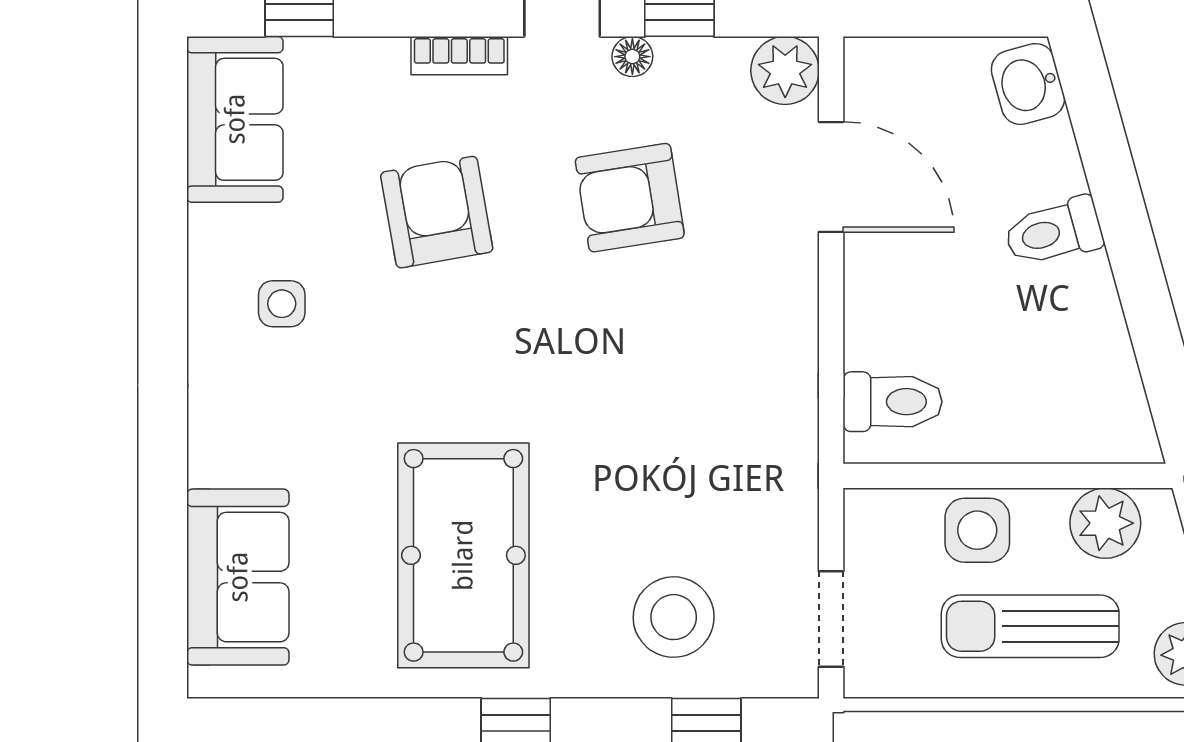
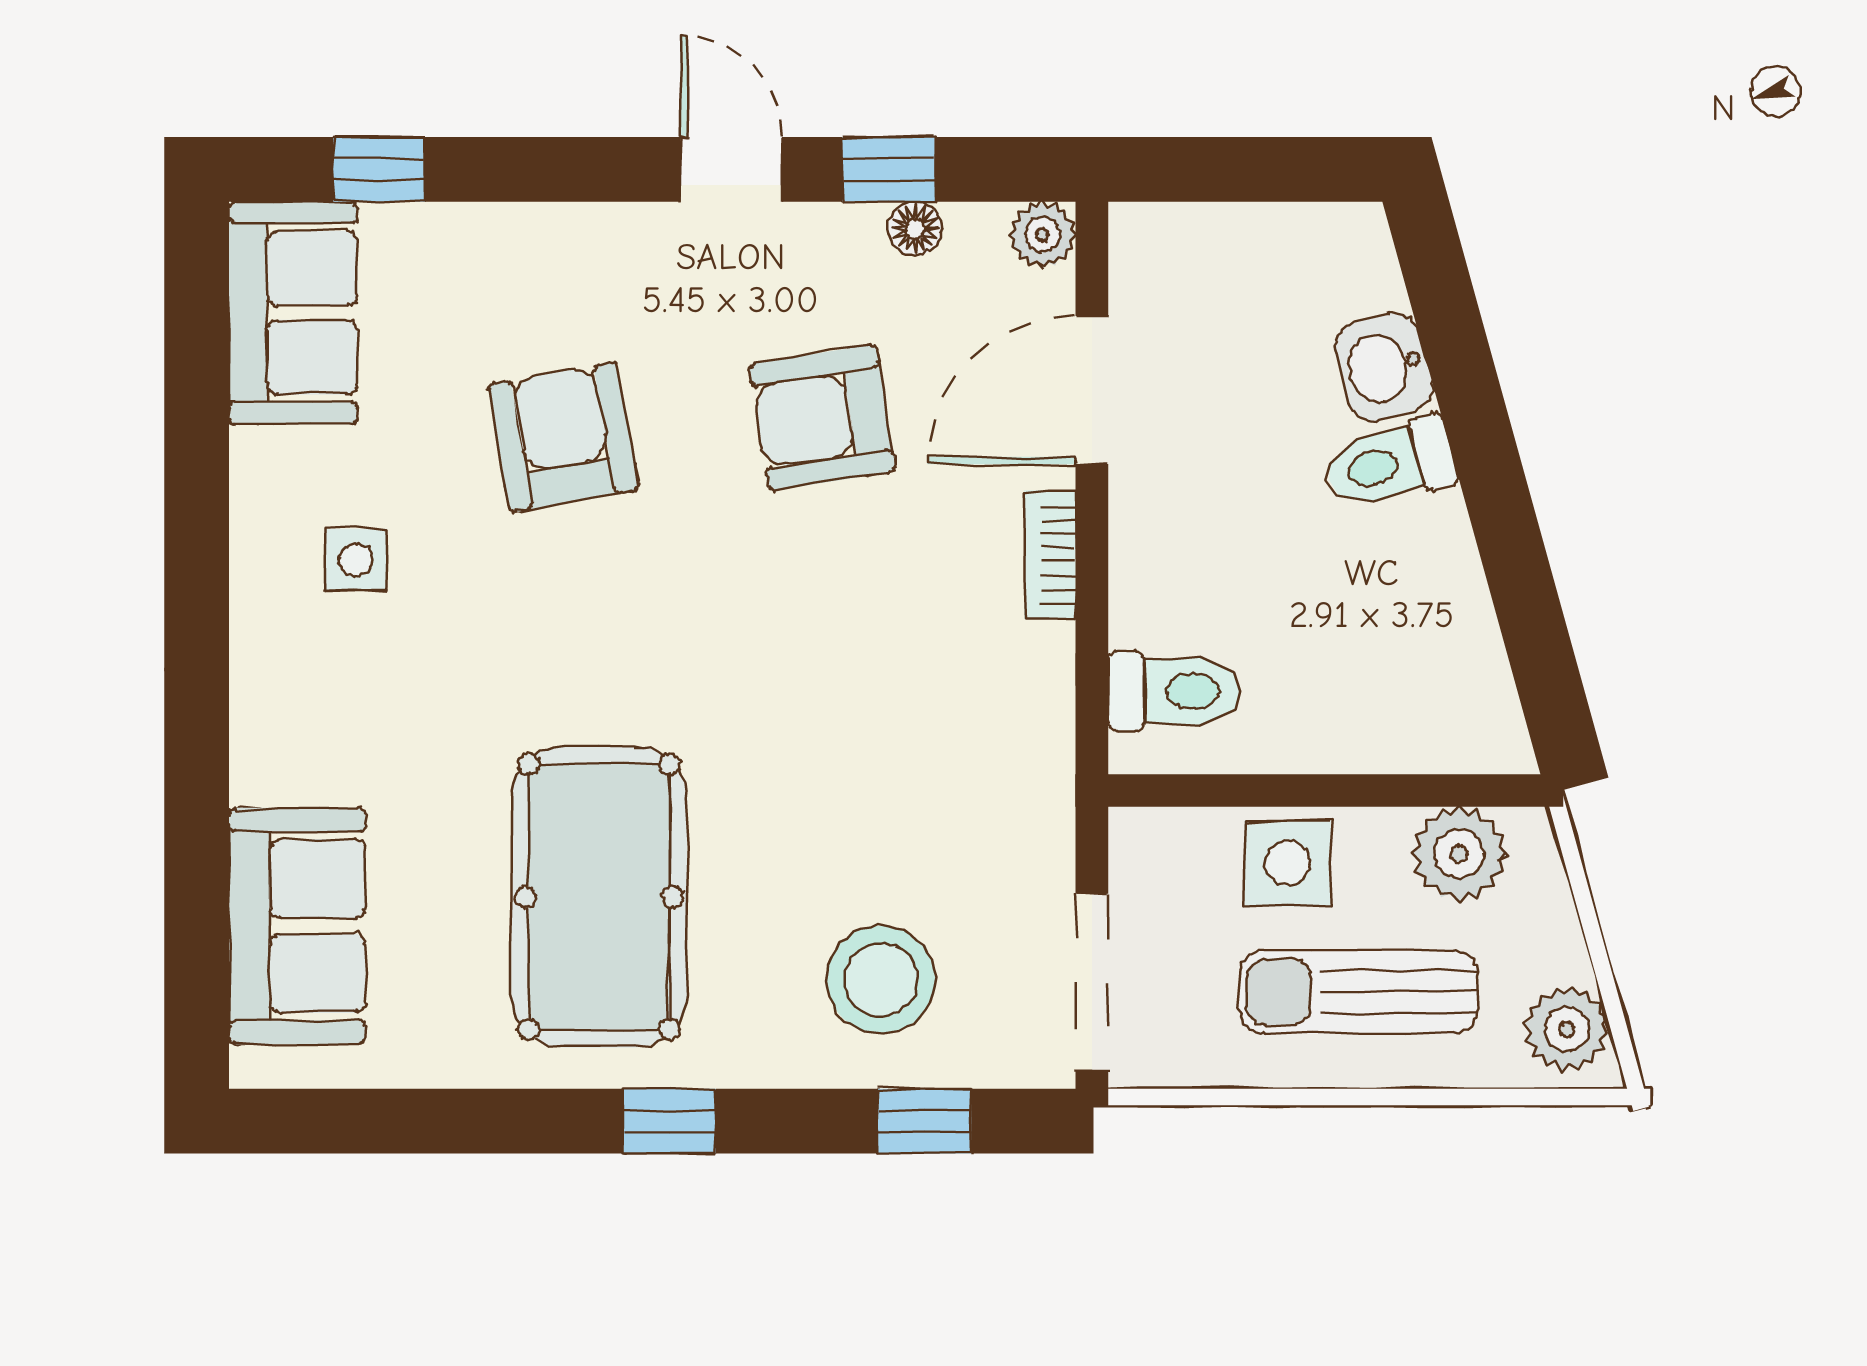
bookcase: (459, 56) -> (1050, 555), moved, turned 90
floor lamp: (632, 57) -> (915, 229), moved
plant: (785, 70) -> (1043, 235), width x0.73, depth x0.73
washbasin: (1028, 84) -> (1383, 367), moved
door: (831, 177) -> (1092, 390), swing flipped
doorway: (831, 619) -> (1092, 982), width x1.38

